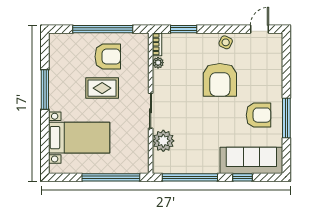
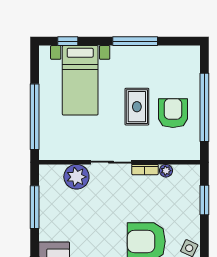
bookcase: (157, 44) -> (145, 170), moved
armchair: (108, 57) -> (173, 113), turned 180
window: (45, 148) -> (68, 41), added
window: (190, 177) -> (35, 207), width x0.68

